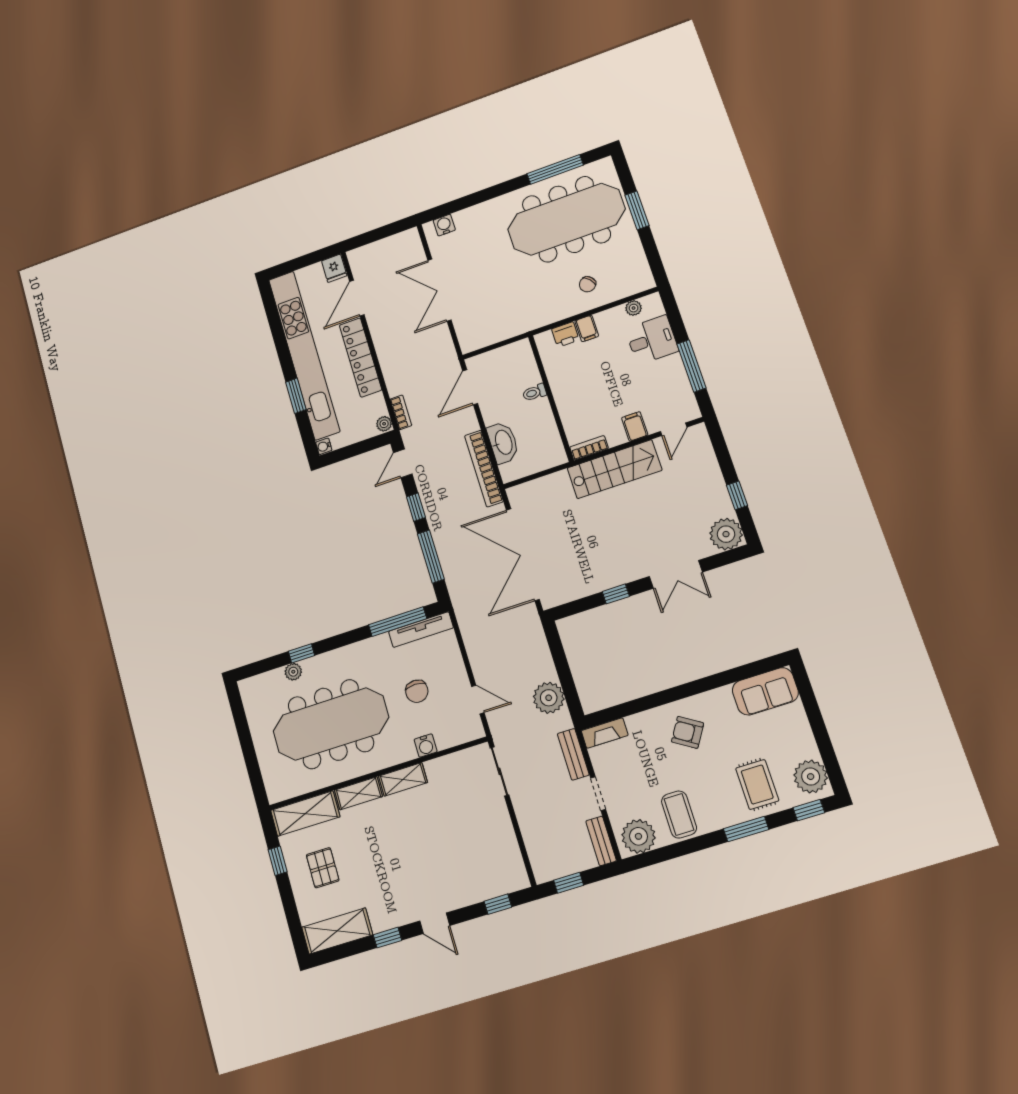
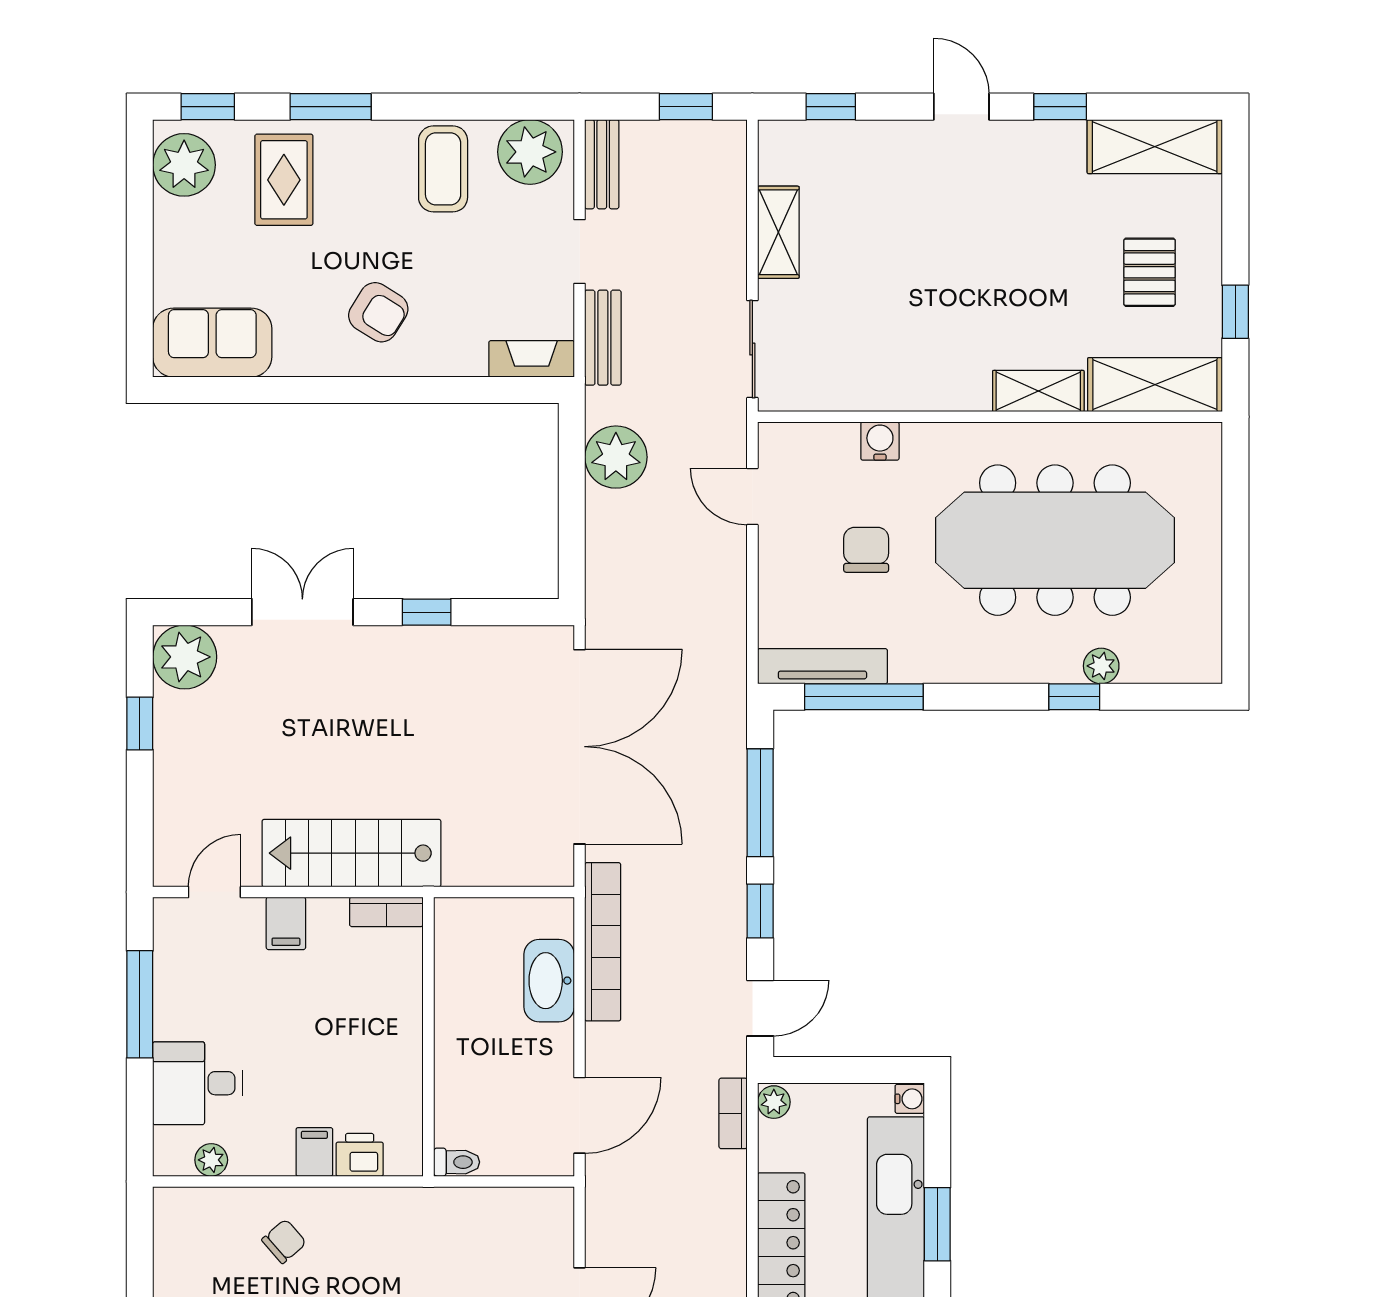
toilet: (534, 392) -> (457, 1162), moved
shelving: (403, 779) -> (778, 232), moved, turned 90

